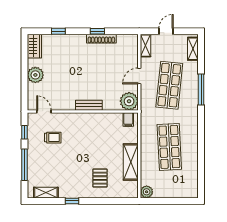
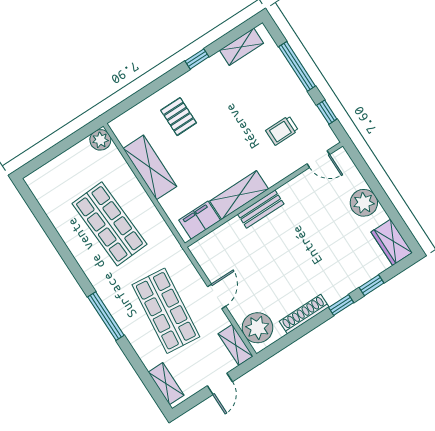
window: (97, 31) -> (341, 305), moved
window: (201, 90) -> (106, 316), moved
plant: (129, 101) -> (257, 328), moved
shelving: (95, 119) -> (239, 195), added
filing cabinet: (128, 120) -> (200, 220), width x2.00

